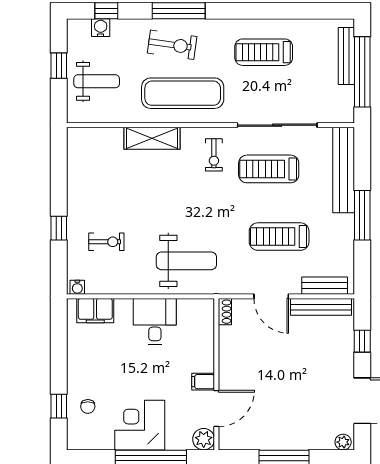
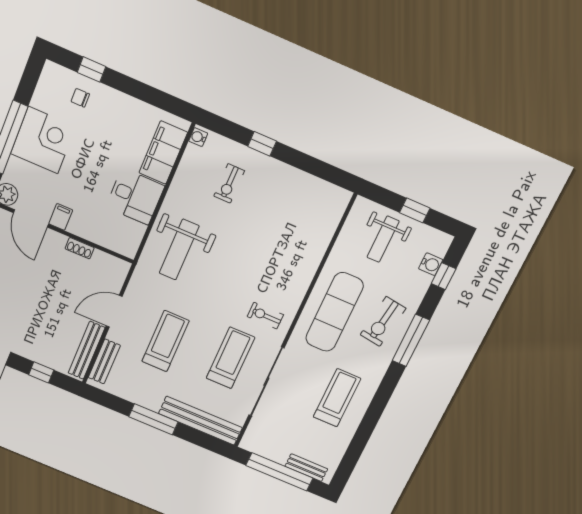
bench: (346, 56) -> (306, 468), width x0.73
shelving: (152, 138) -> (306, 267), removed
filing cabinet: (95, 311) -> (163, 153), width x1.50, depth x1.17
shoe rack: (225, 312) -> (80, 248), moved

